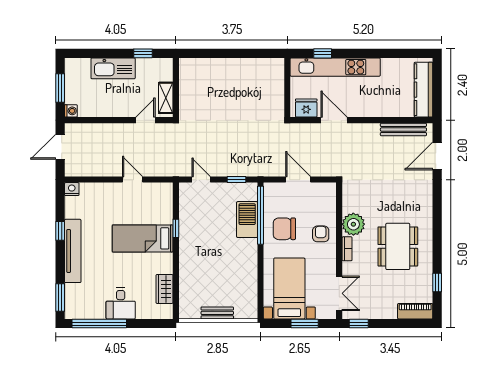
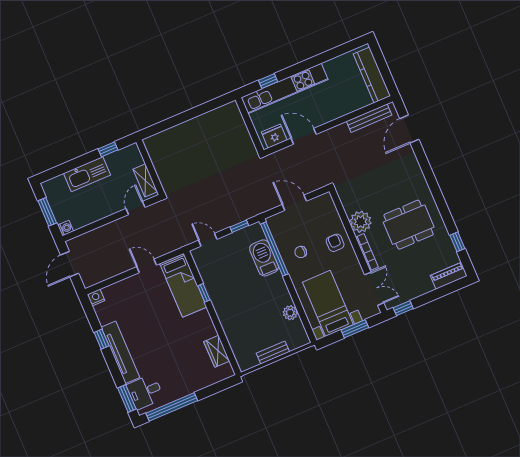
chair: (284, 229) -> (301, 252), width x0.54, depth x0.54
bed: (143, 238) -> (183, 285), moved, turned -90
dining table: (398, 246) -> (409, 225), turned 90
bookcase: (347, 249) -> (367, 252), width x1.56
plant: (250, 282) -> (290, 313), added
desk: (121, 304) -> (145, 392), moved, turned 90

